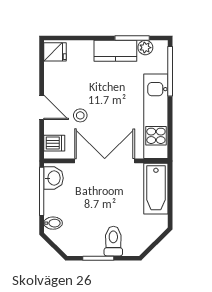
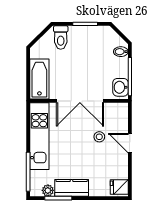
dishwasher: (54, 143) -> (120, 115), removed
toilet: (113, 241) -> (61, 37), moved

